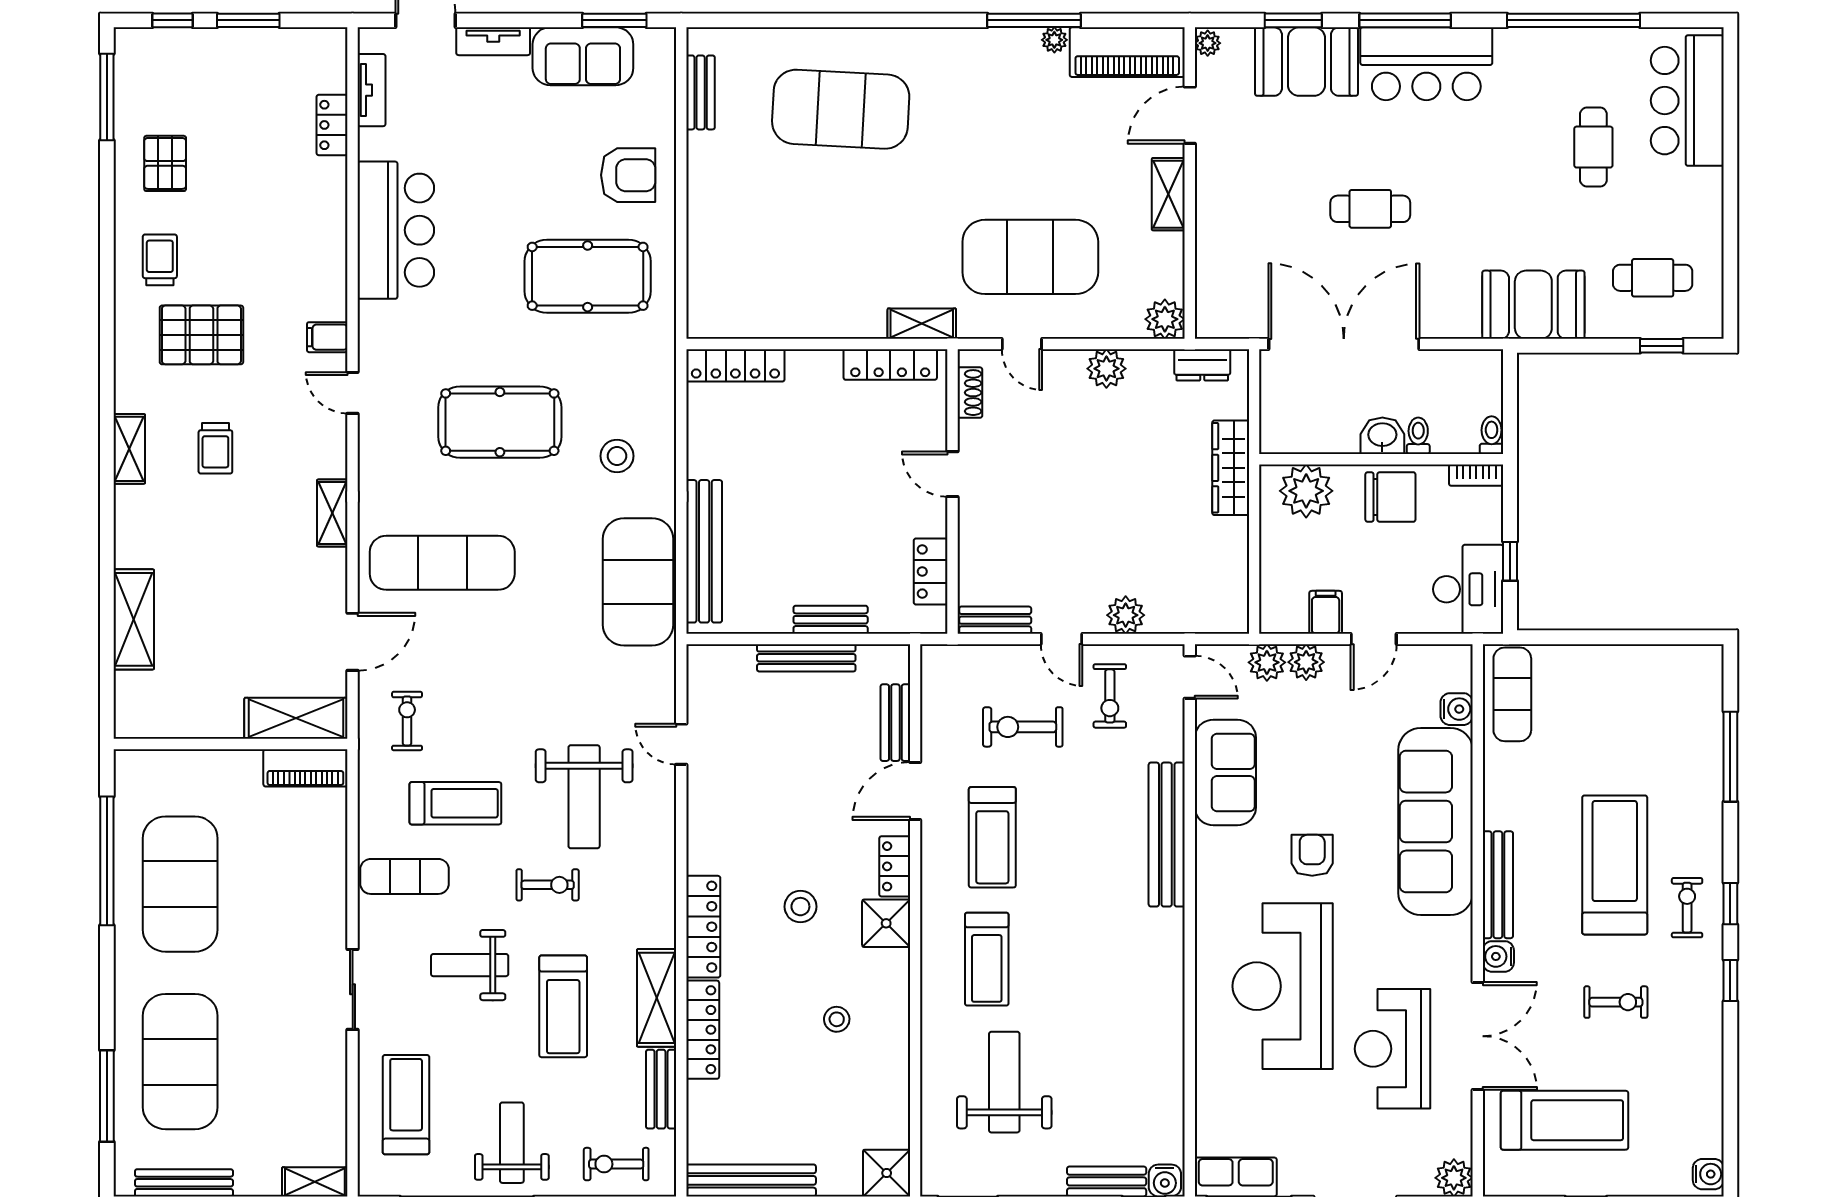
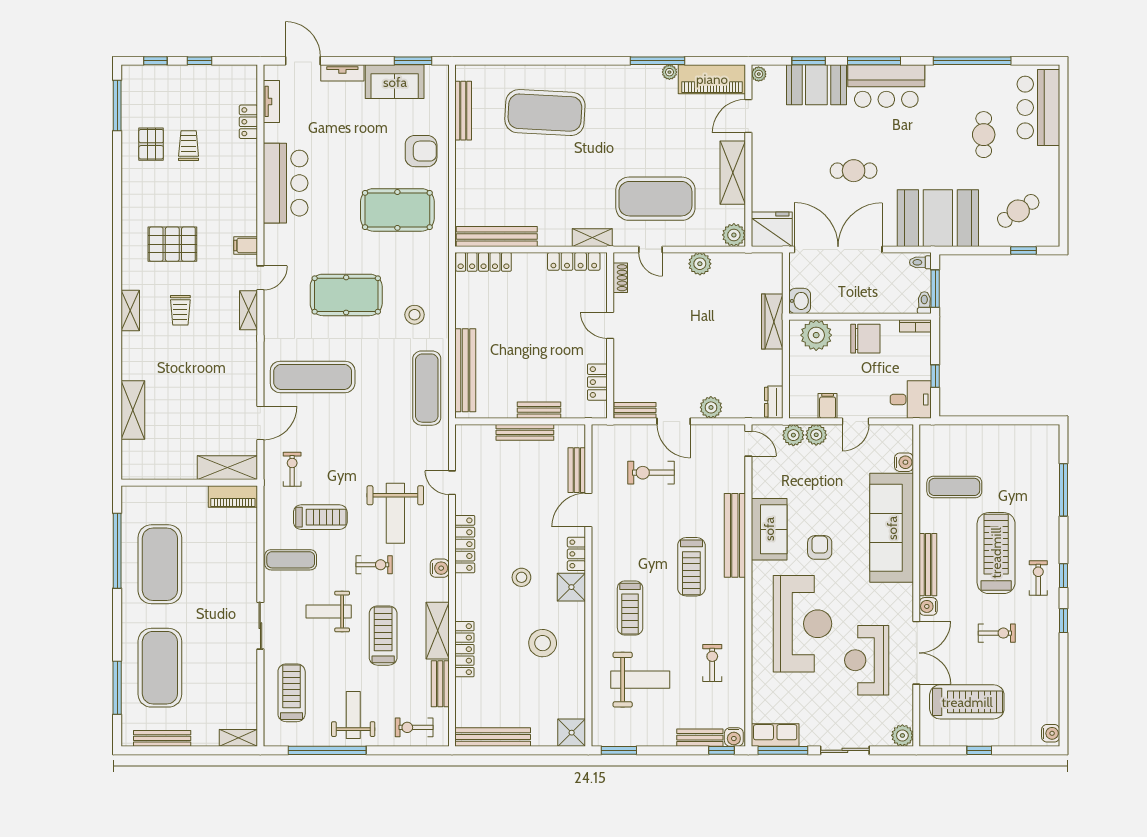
window: (248, 20) -> (200, 61), width x0.67
bench: (701, 92) -> (463, 111), width x1.36
shelving: (1168, 194) -> (733, 173), width x1.50, depth x1.33
trolley: (160, 260) -> (189, 146), moved
cafe table: (1653, 278) -> (1018, 211), turned -34
booth: (1533, 305) -> (938, 218), width x1.36, depth x1.42
fridge: (1230, 309) -> (772, 229), added
bench: (758, 322) -> (497, 236), added
dresser: (1202, 365) -> (774, 402), moved, turned 90
door: (353, 393) -> (260, 278), swing flipped
window: (1510, 411) -> (935, 289), added
washbasin: (1382, 436) -> (800, 301), moved, turned 90
toilet: (1418, 436) -> (920, 262), moved, turned -90
shelving: (332, 513) -> (249, 310), moved
exercise mat: (638, 582) -> (427, 388), width x0.68
desk: (1468, 589) -> (911, 399), width x0.73
door: (1061, 639) -> (674, 421), width x1.38
exercise mat: (1512, 694) -> (954, 487), moved, turned 90
exercise bike: (1110, 696) -> (712, 663), moved, turned 180
sofa: (1225, 772) -> (769, 529), moved
treadmill: (992, 837) -> (691, 567), moved
water cooler: (660, 891) -> (440, 568), added
locker: (703, 927) -> (465, 544), moved
reception desk: (1283, 986) -> (803, 624), turned 180
treadmill: (563, 1006) -> (383, 636), turned 180
stool: (837, 1019) -> (543, 643), width x1.89, depth x1.89
weight bench: (1004, 1082) -> (640, 680), turned 90

